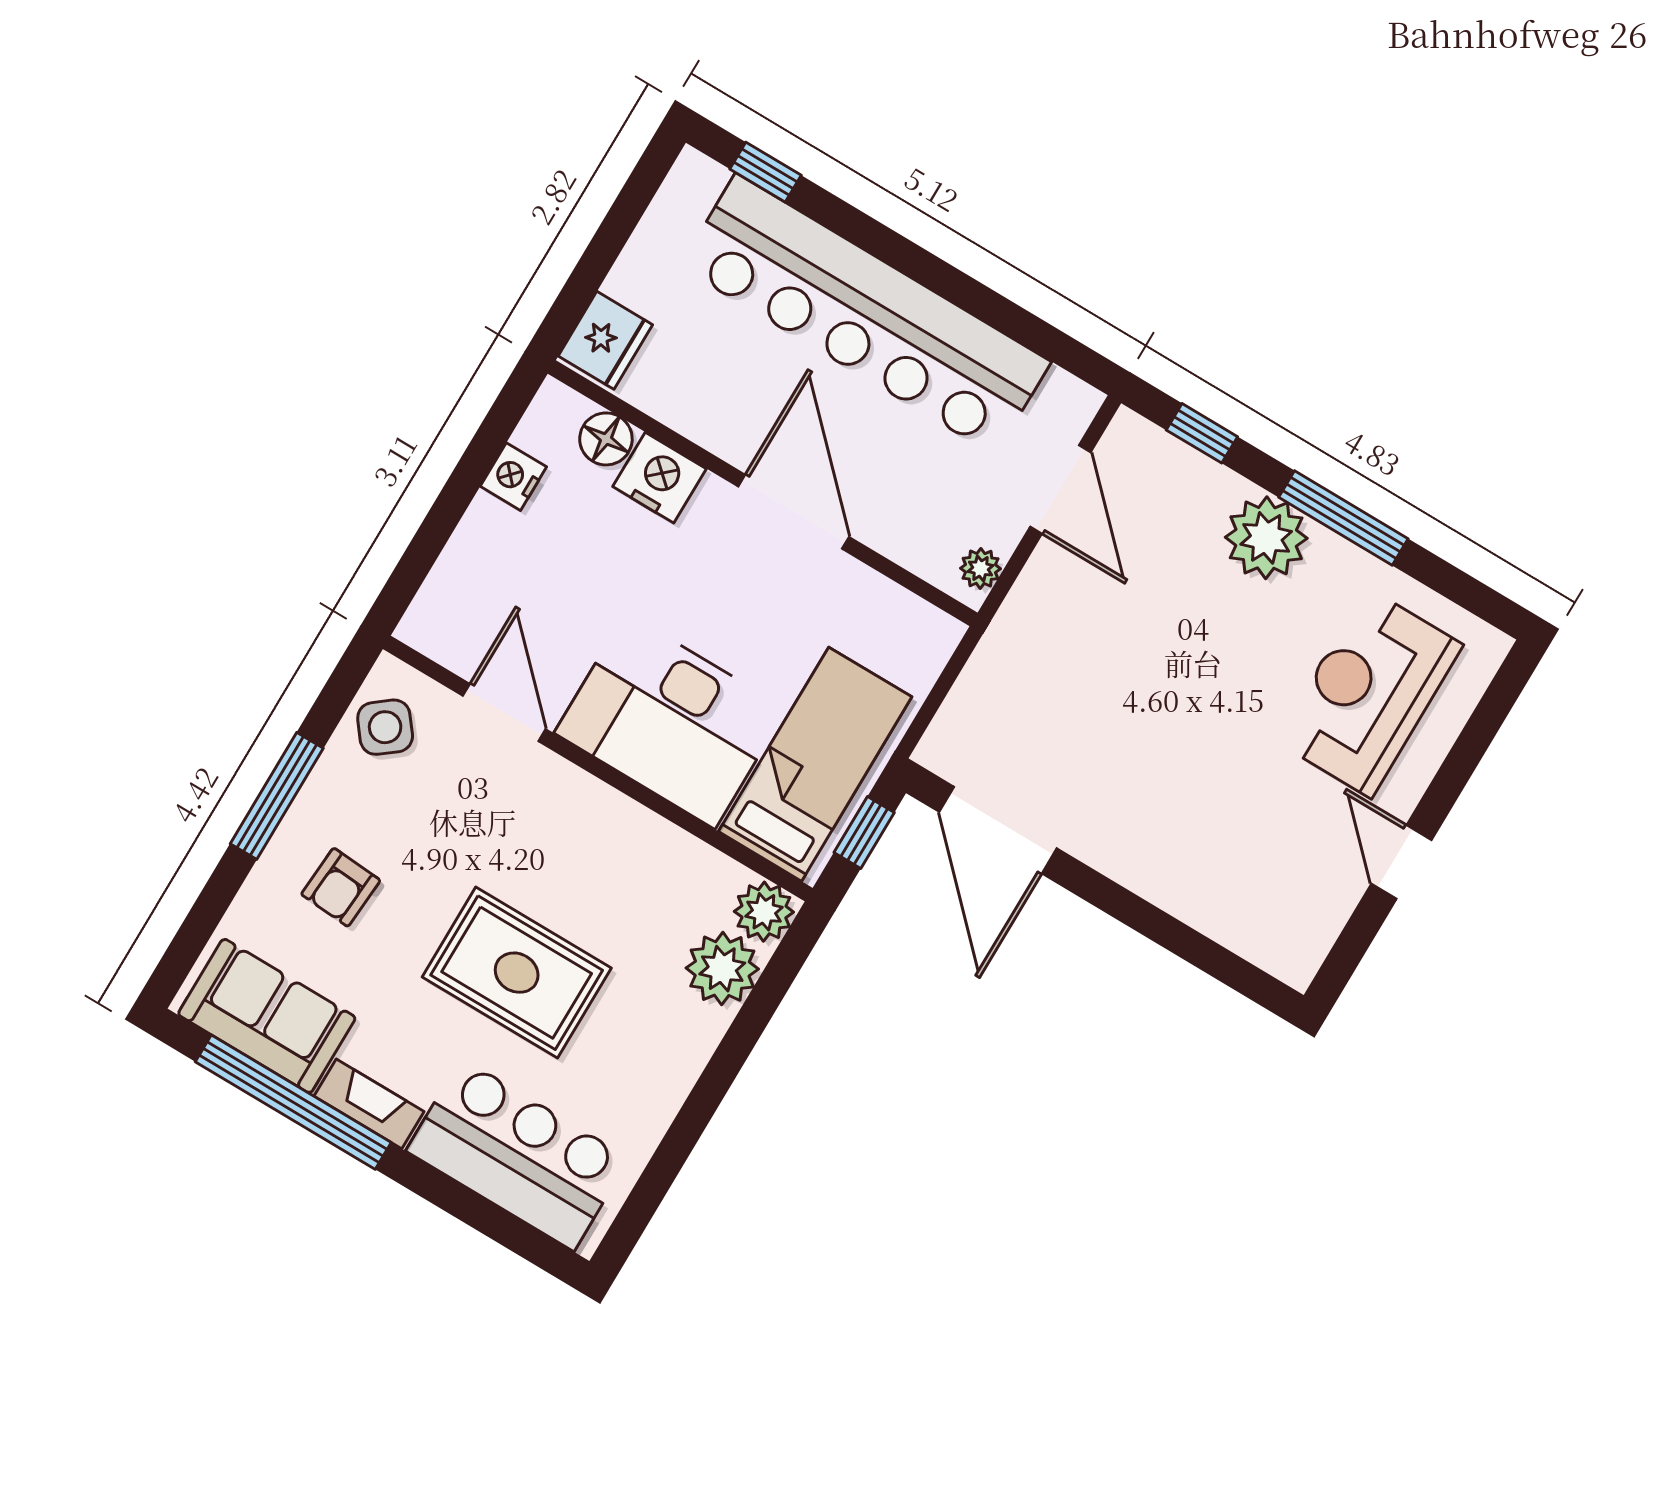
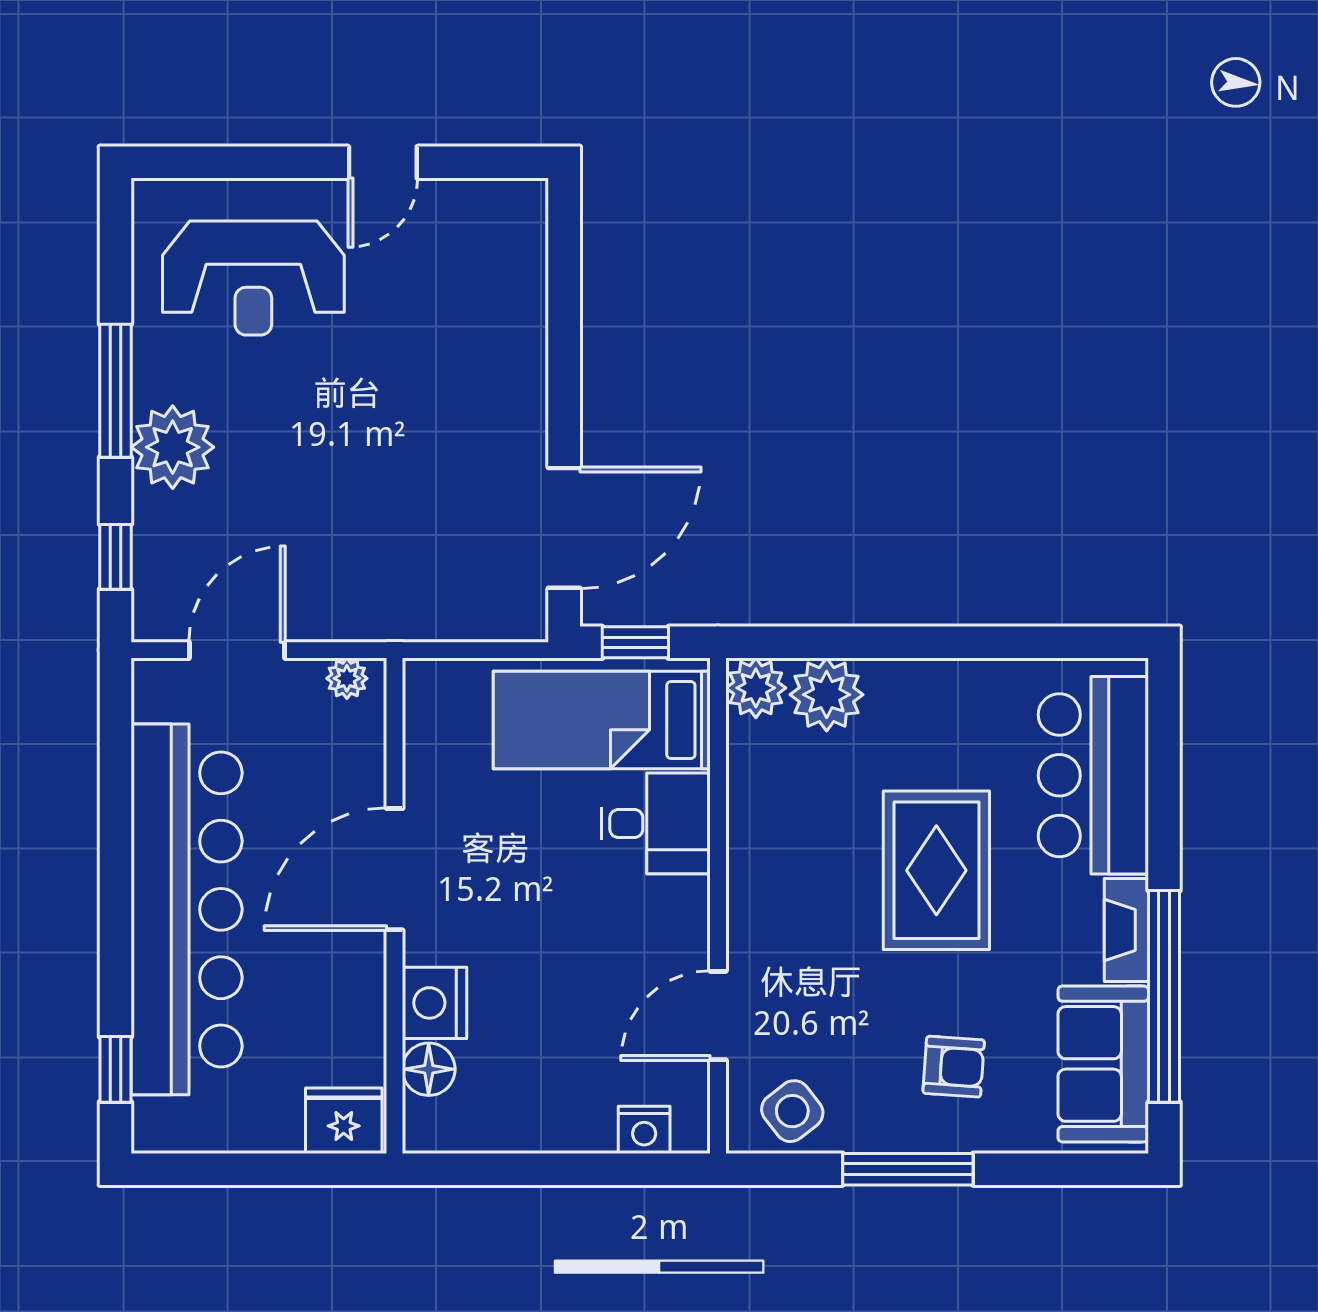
nightstand: (513, 477) -> (644, 1130), moved
desk: (670, 721) -> (656, 823), width x0.53, depth x0.77

